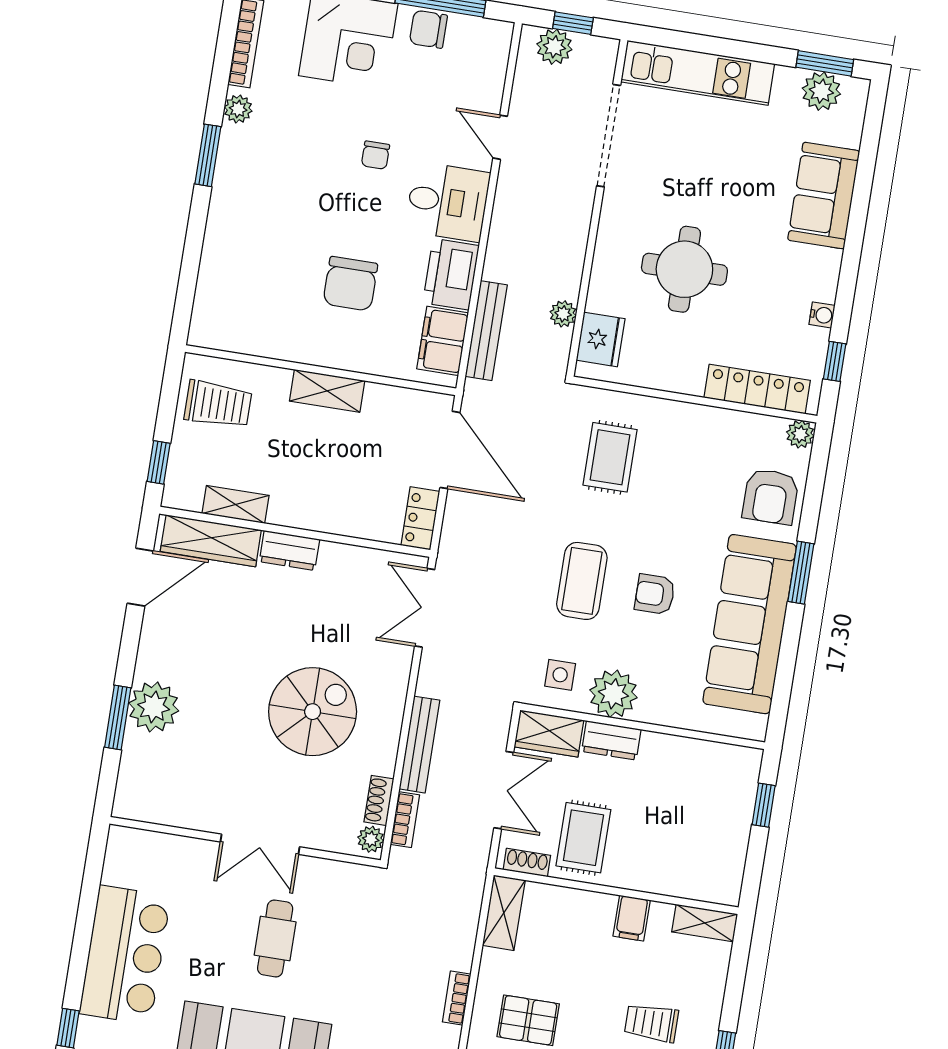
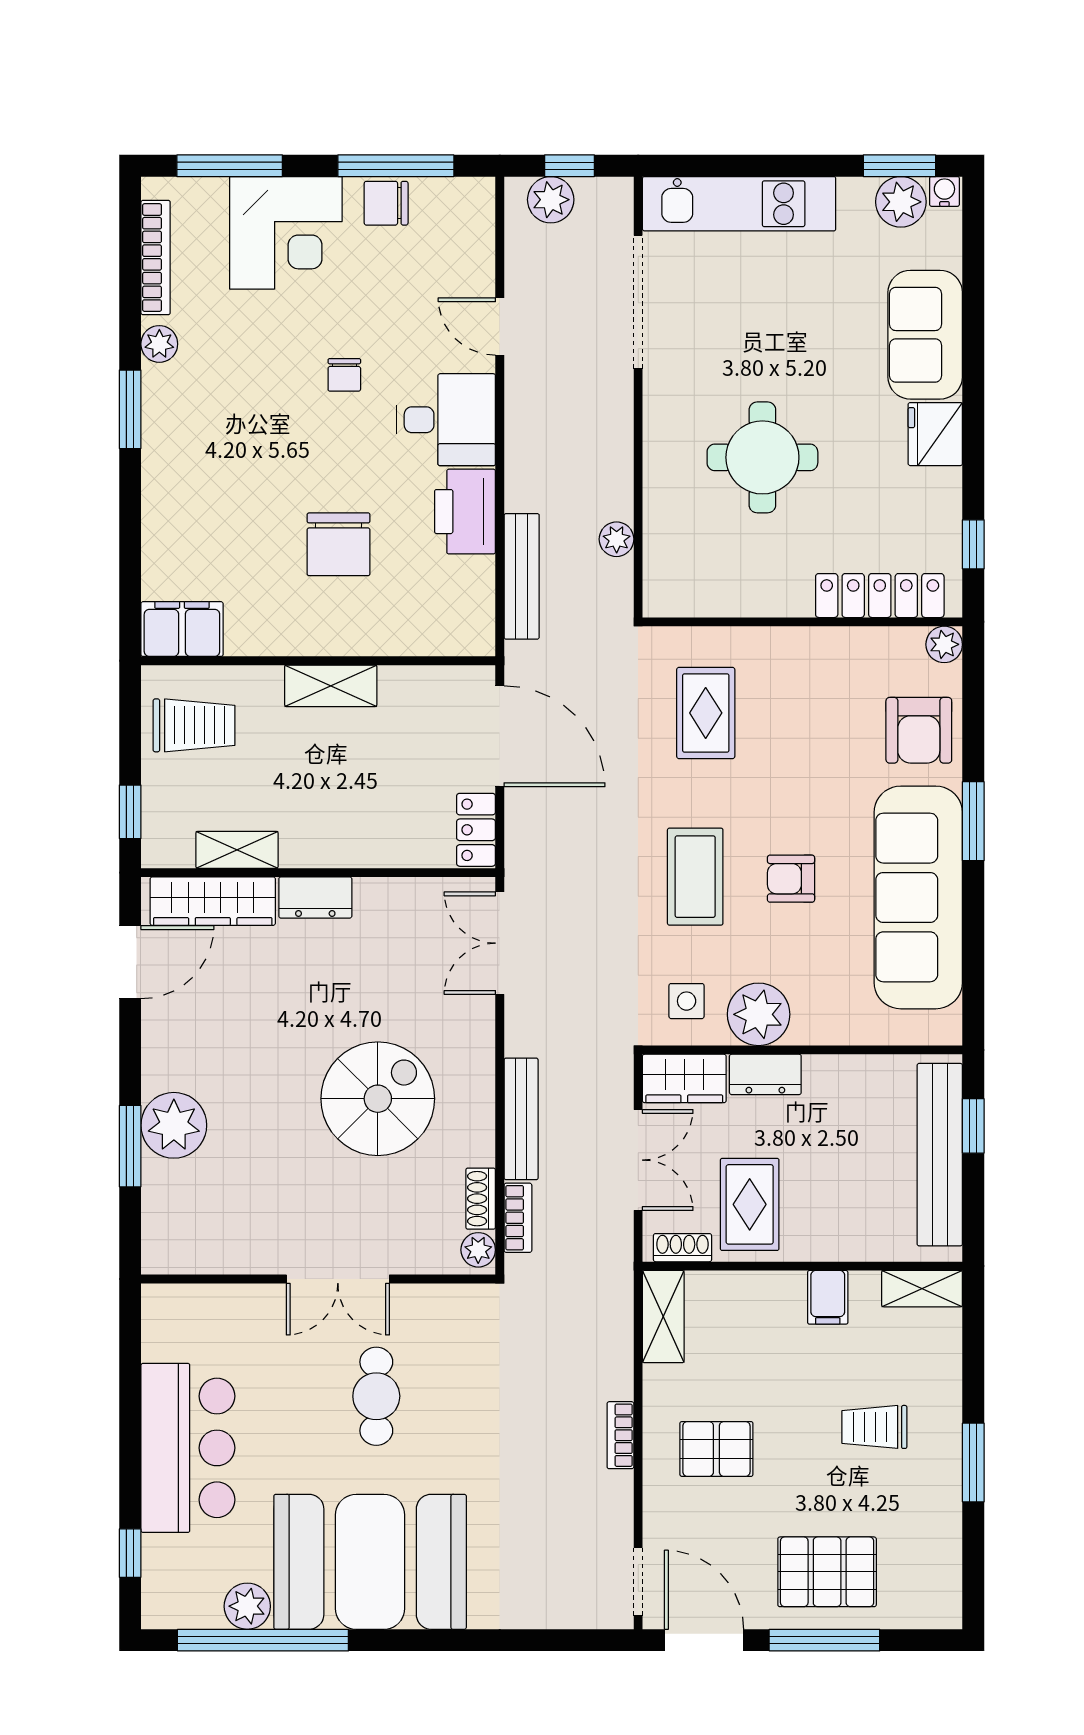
water cooler: (822, 315) -> (944, 191), moved, turned -90
fridge: (601, 339) -> (935, 434), moved, turned 180
filing cabinet: (443, 341) -> (182, 629), moved, turned 90
bench: (735, 823) -> (940, 1155), added

